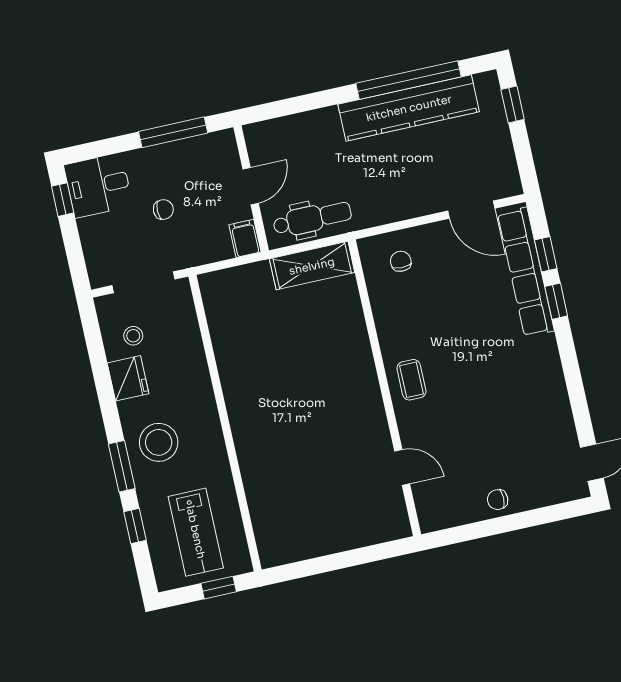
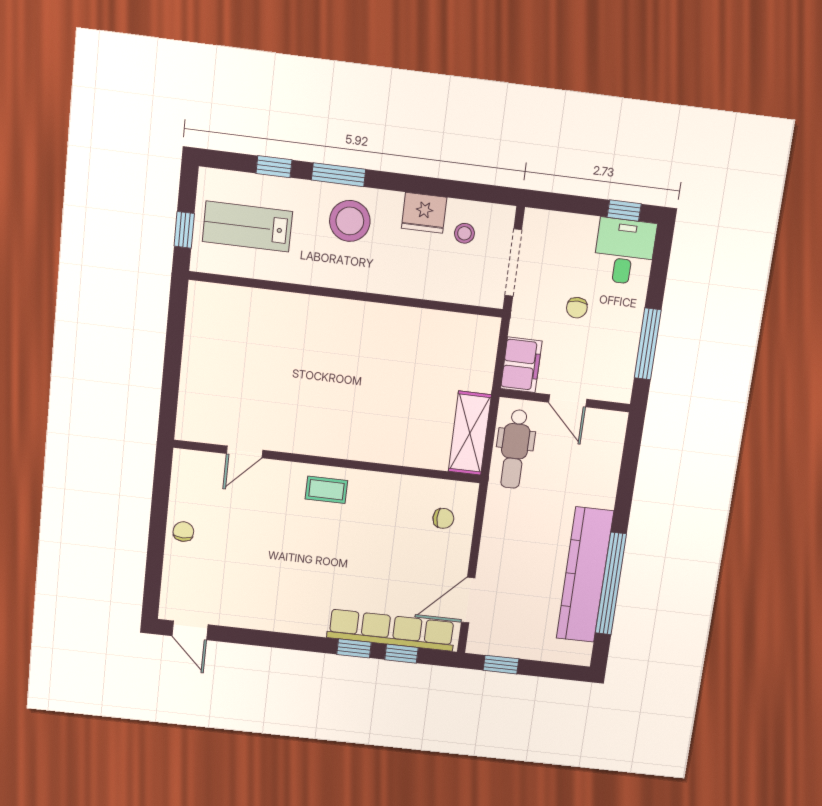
window: (513, 104) -> (501, 665), moved
filing cabinet: (245, 238) -> (521, 365), width x2.00

